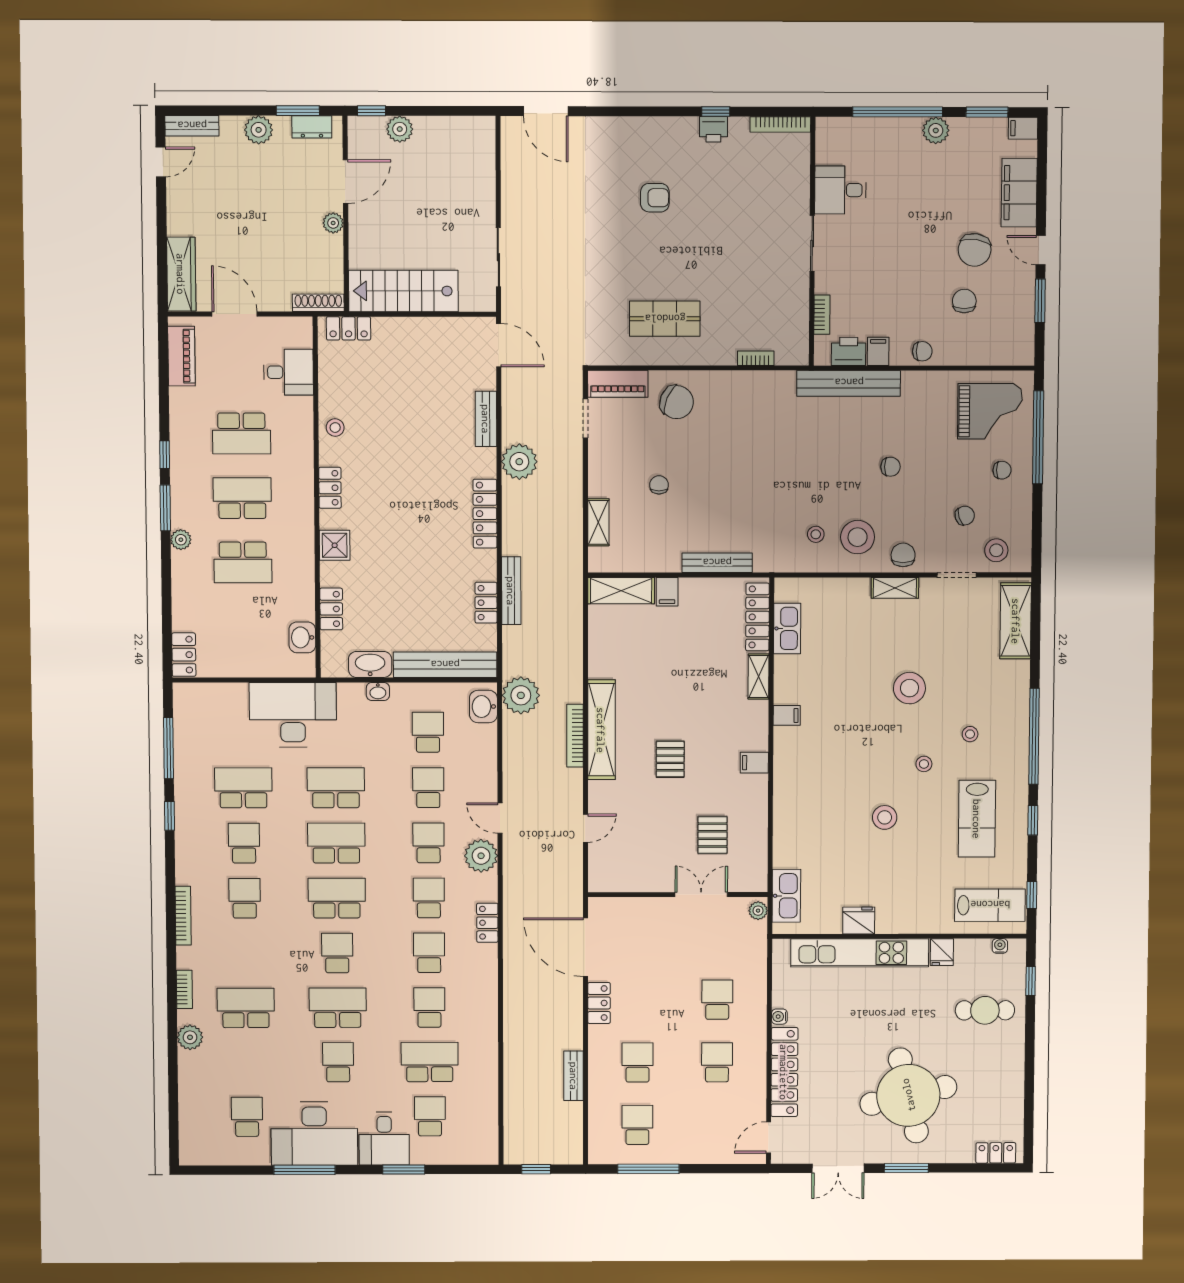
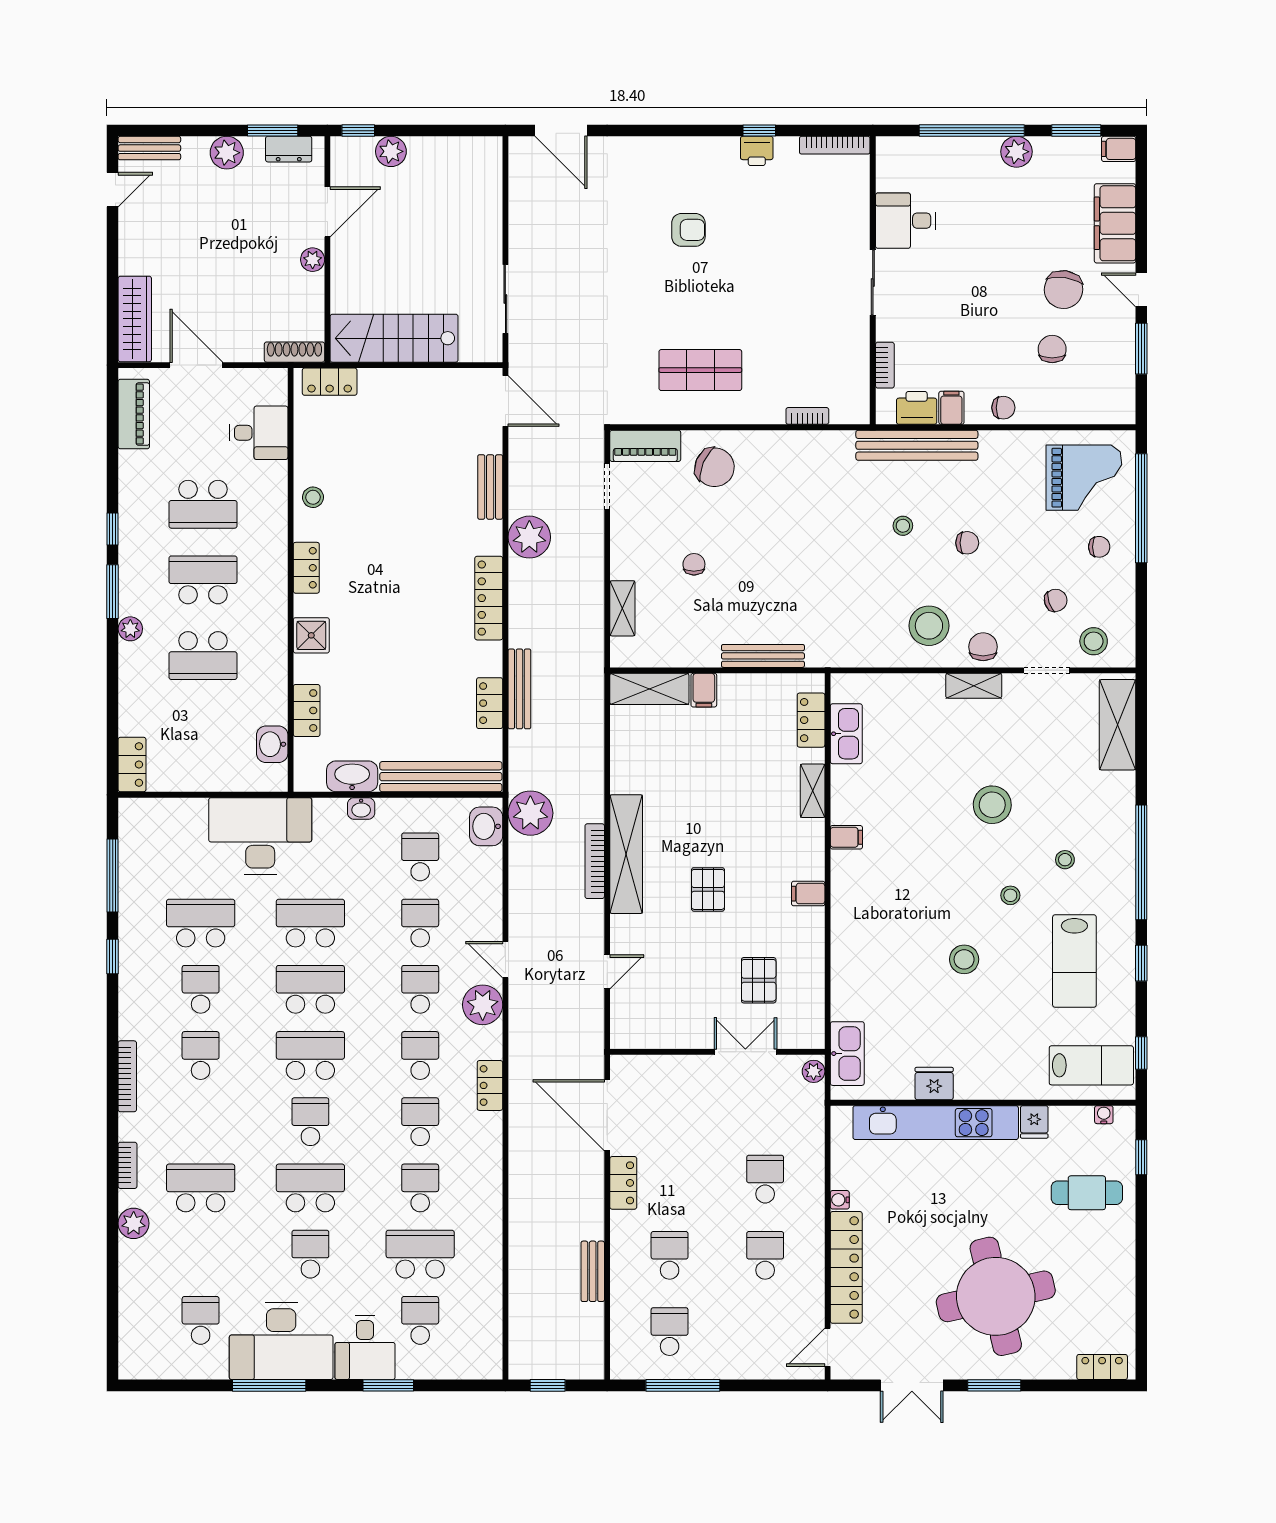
stool: (816, 534) -> (903, 526), moved
locker: (757, 617) -> (811, 720), width x0.66

